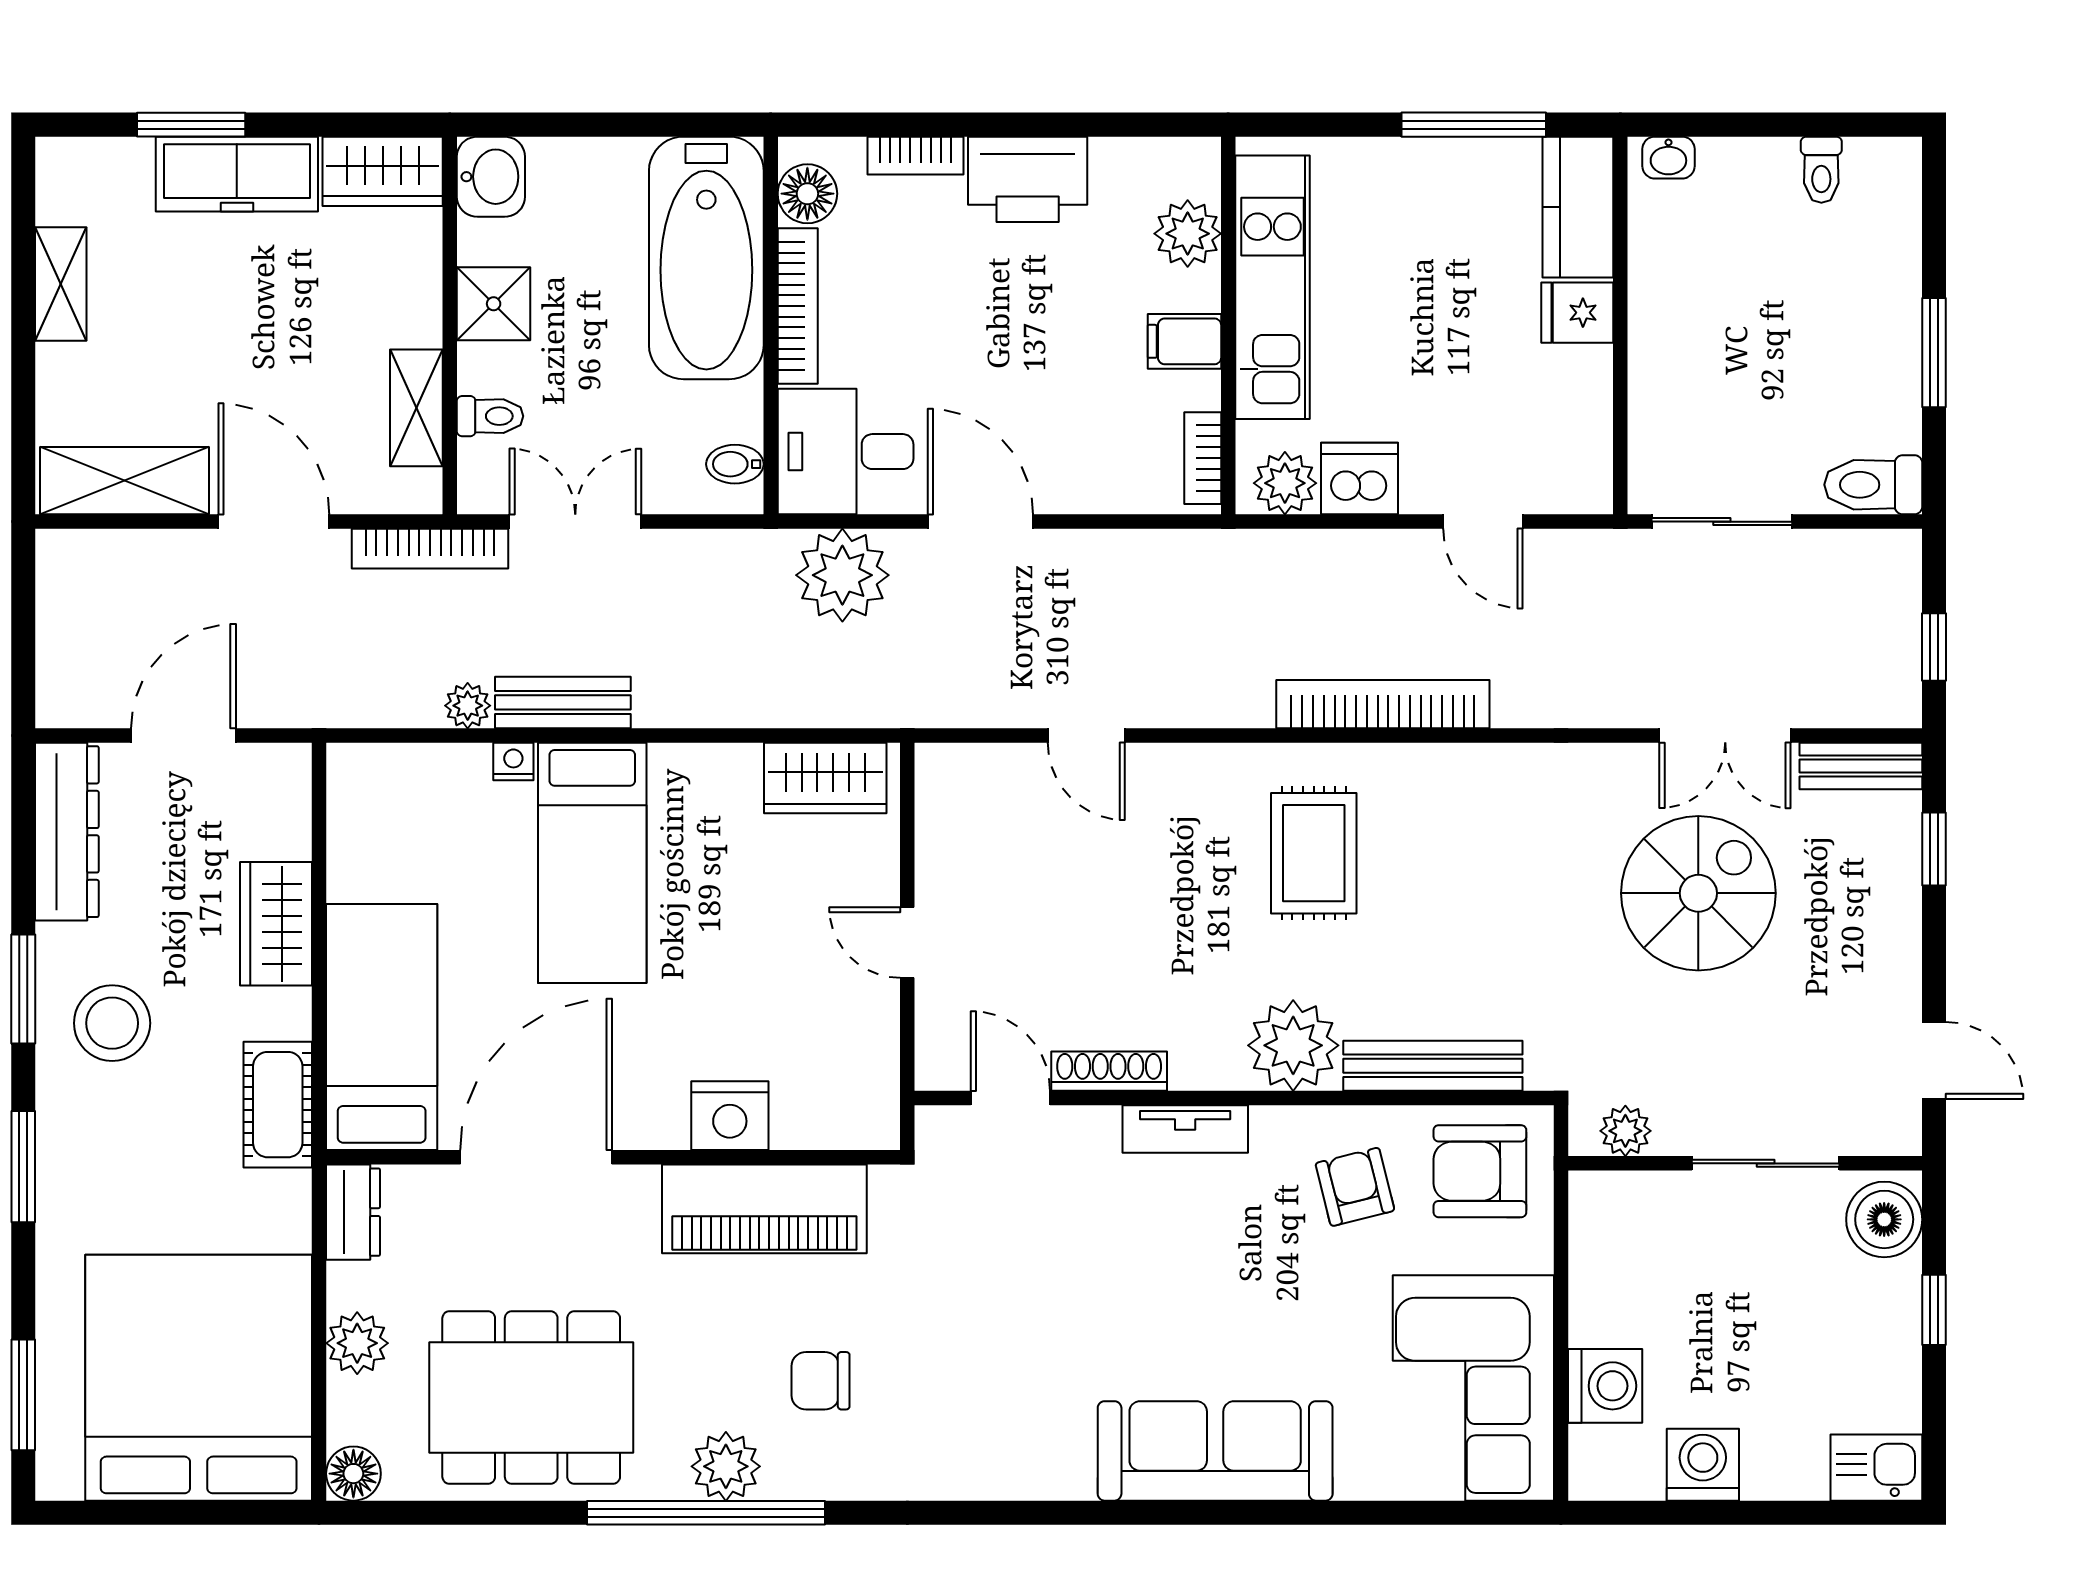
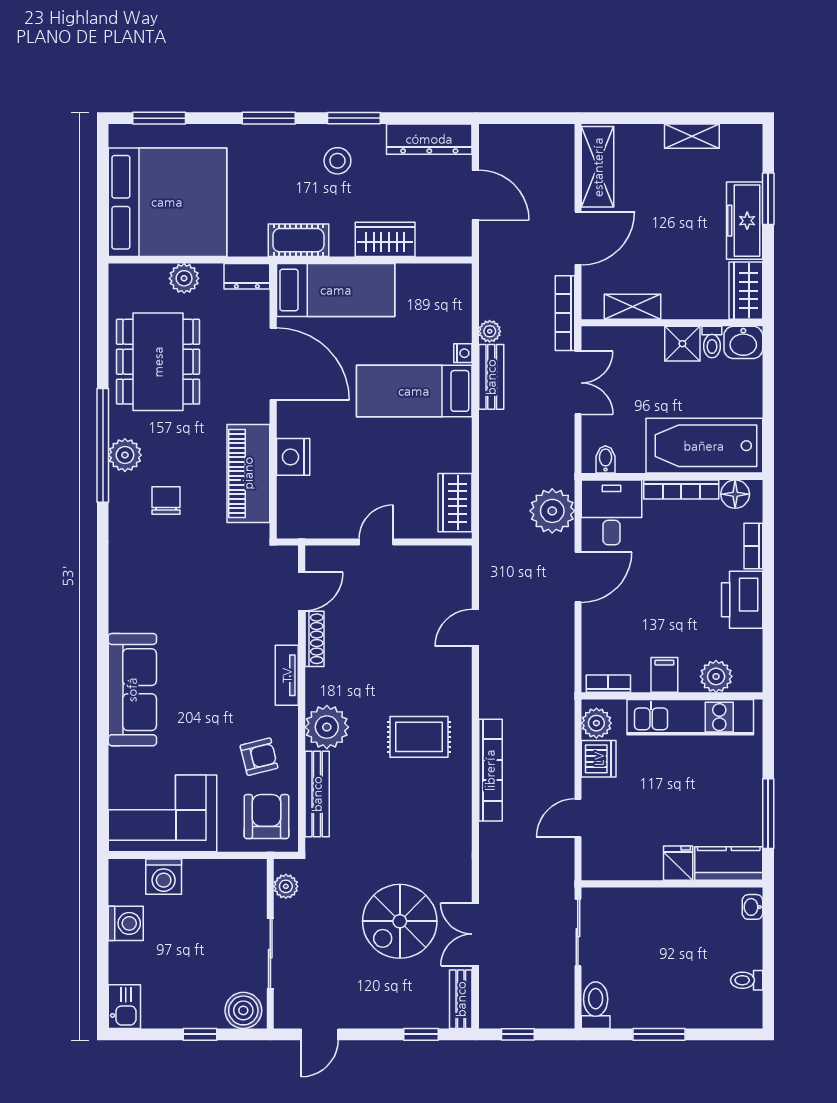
toilet: (490, 416) -> (712, 342), moved
spiral stairs: (1698, 893) -> (400, 921), turned 90
stool: (112, 1023) -> (337, 161), width x0.73, depth x0.73
floor lamp: (353, 1474) -> (122, 276), removed

